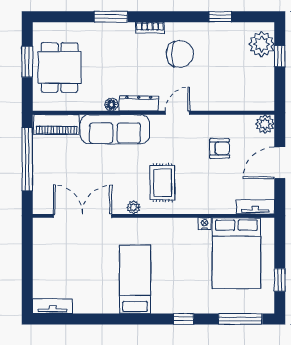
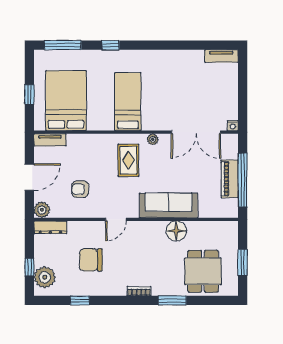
chair: (180, 54) -> (91, 260), moved
dining table: (60, 67) -> (203, 271), moved
dresser: (139, 103) -> (50, 227), moved
floor lamp: (111, 105) -> (176, 231), width x1.89, depth x1.89
piano: (56, 125) -> (230, 179), moved, turned -90
nightstand: (205, 224) -> (233, 126), moved
bed: (135, 279) -> (128, 102), moved, turned 180
window: (280, 280) -> (29, 94), moved

